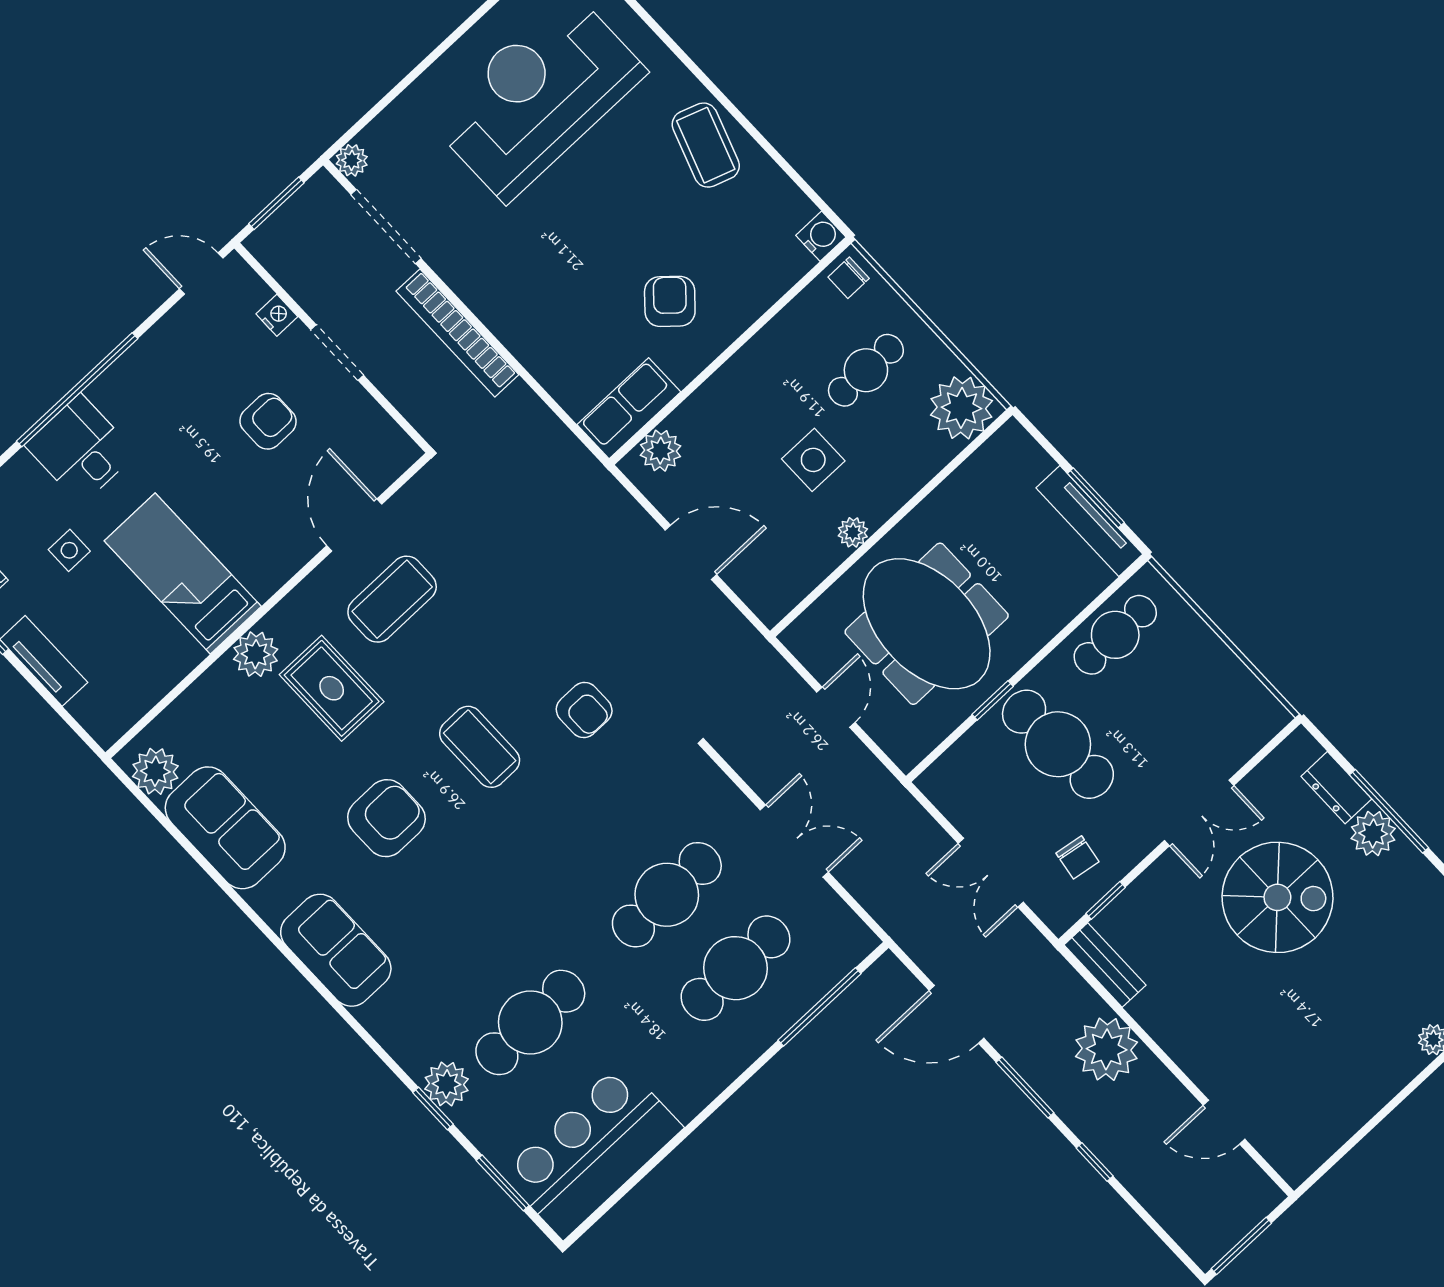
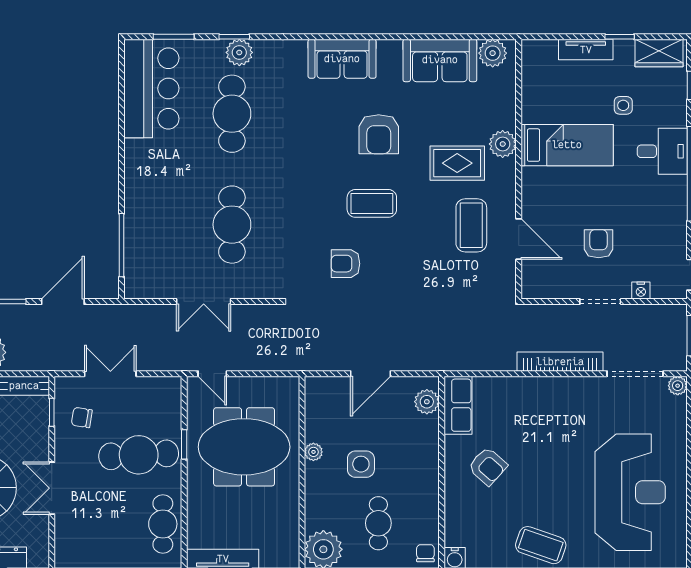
armchair: (268, 421) -> (599, 244), turned 180
door: (836, 707) -> (212, 374), moved
cafe table: (736, 968) -> (172, 225), removed

